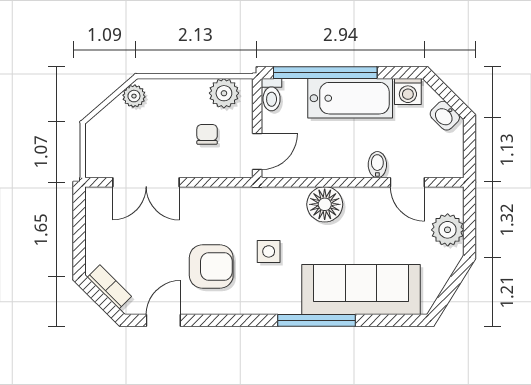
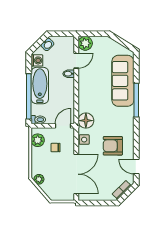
door: (257, 151) -> (63, 126), hinge flipped
double door: (146, 182) -> (76, 174), width x1.37
floor lamp: (325, 204) -> (86, 121), moved
plant: (448, 230) -> (85, 43), moved
side table: (269, 251) -> (84, 140), moved
armchair: (211, 267) -> (113, 146), turned -90

